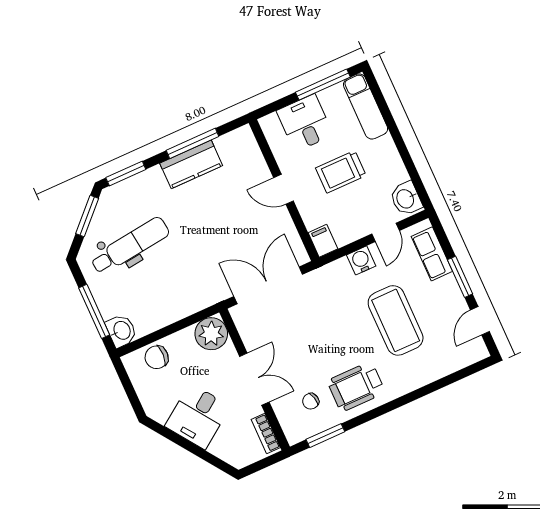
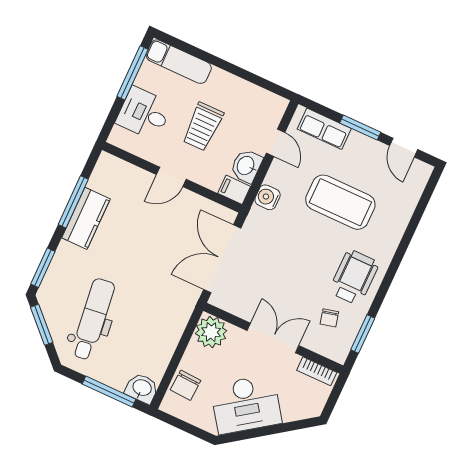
washbasin: (406, 199) -> (246, 166), moved, turned 90
water cooler: (361, 260) -> (268, 197), moved
wheelchair: (356, 387) -> (354, 277), turned 180
desk: (198, 416) -> (246, 404), width x1.37

